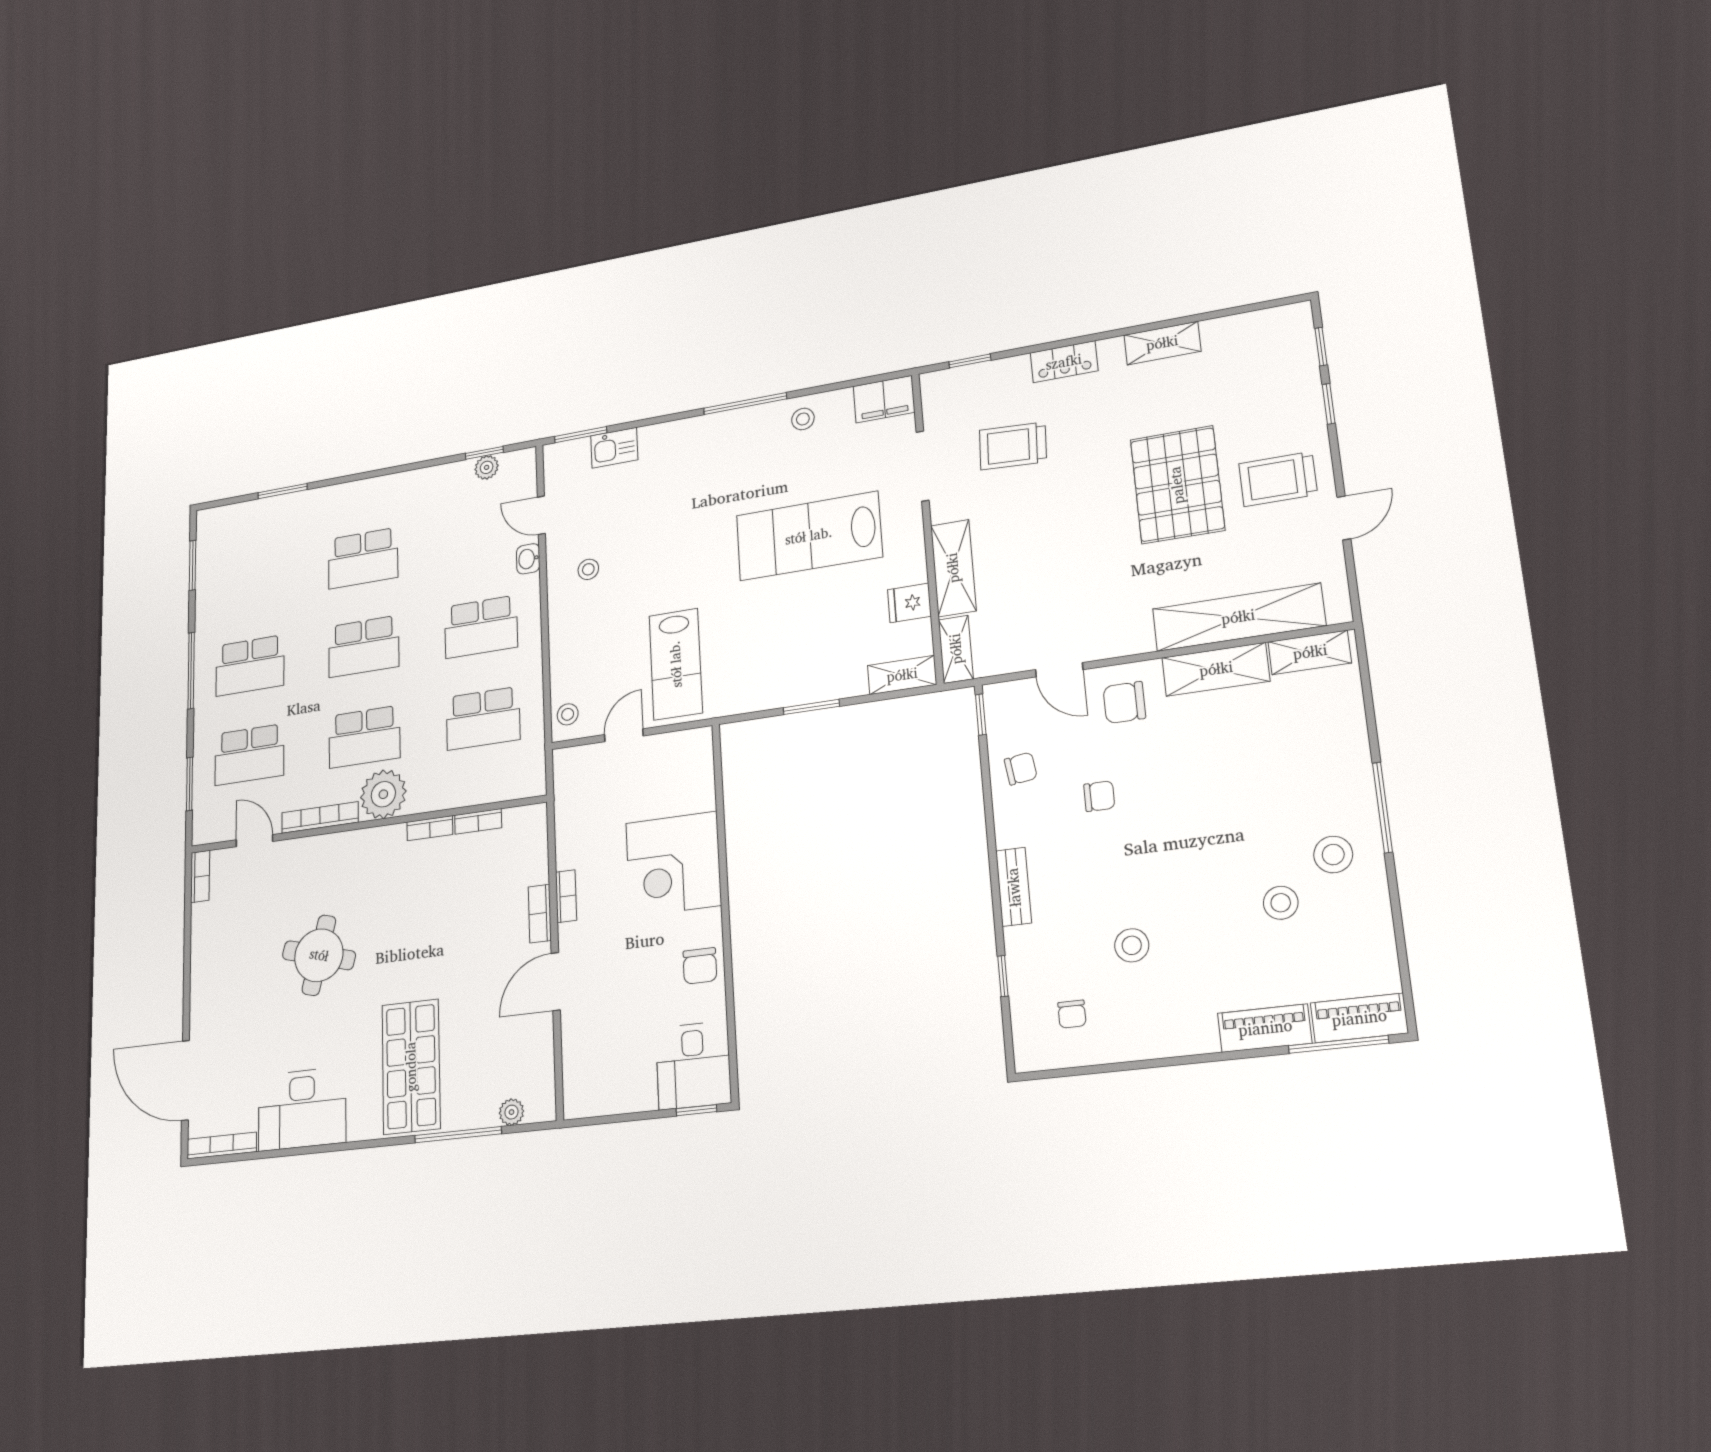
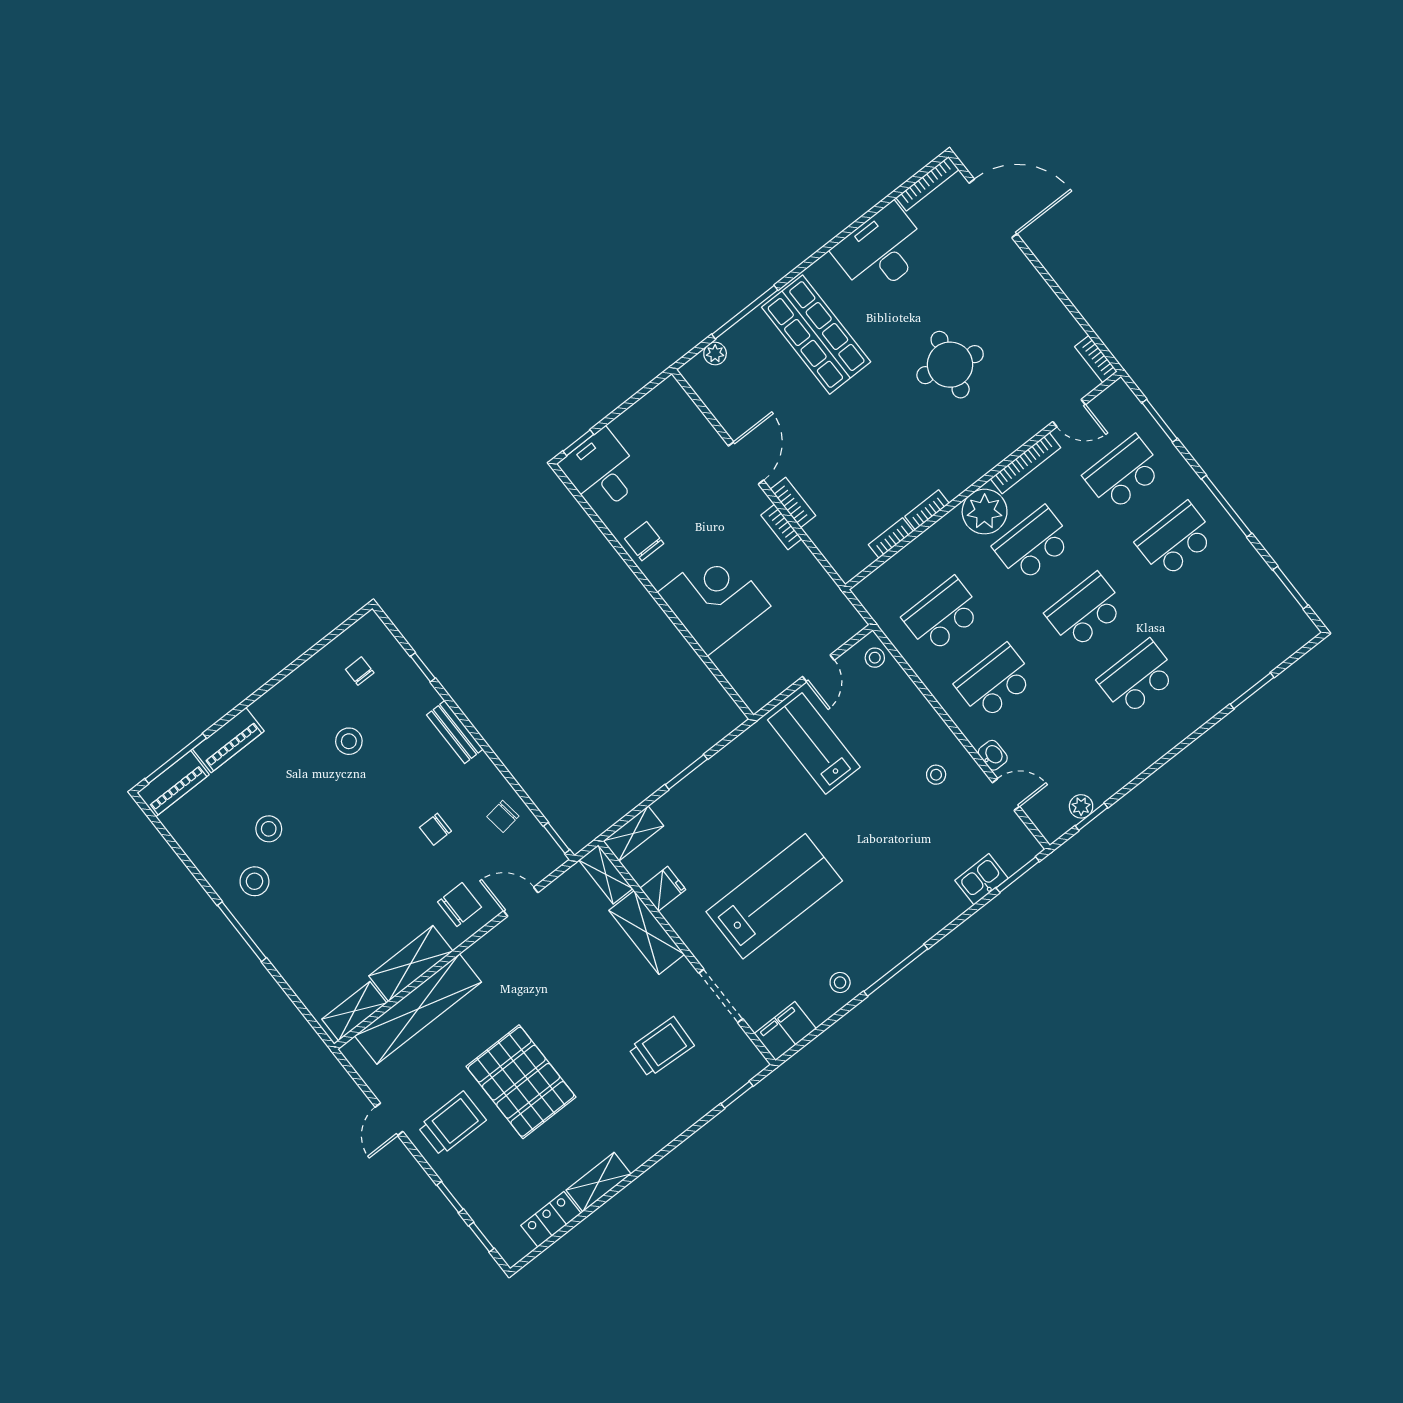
locker: (1064, 362) -> (551, 1219), moved

